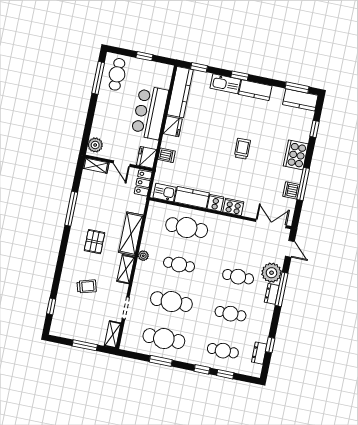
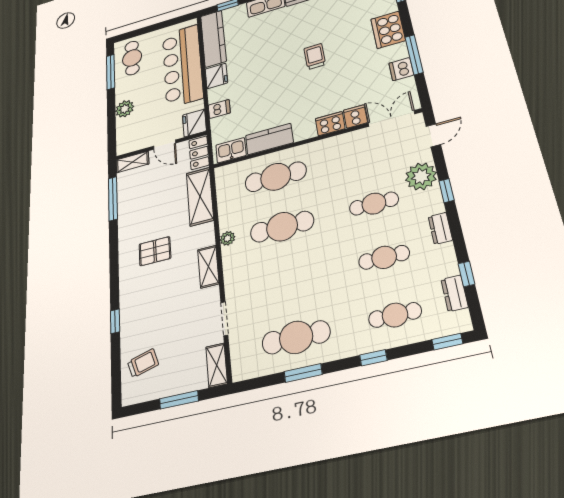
window: (144, 56) -> (159, 26), removed
bar counter: (150, 112) -> (182, 66), width x1.36
plant: (95, 145) -> (125, 109), moved
cooker: (215, 203) -> (355, 116), moved
window: (71, 209) -> (113, 199), moved
shelving: (131, 234) -> (200, 196), moved
pallet: (95, 242) -> (155, 251), turned 90
door: (290, 249) -> (433, 135), hinge flipped
cafe table: (179, 265) -> (282, 227), width x1.37, depth x1.35
trolley: (87, 286) -> (143, 363), moved
window: (282, 289) -> (447, 191), width x0.46
dresser: (272, 294) -> (440, 228), moved
cafe table: (171, 302) -> (289, 280), removed
window: (51, 306) -> (115, 321), moved
window: (225, 374) -> (447, 342), moved

